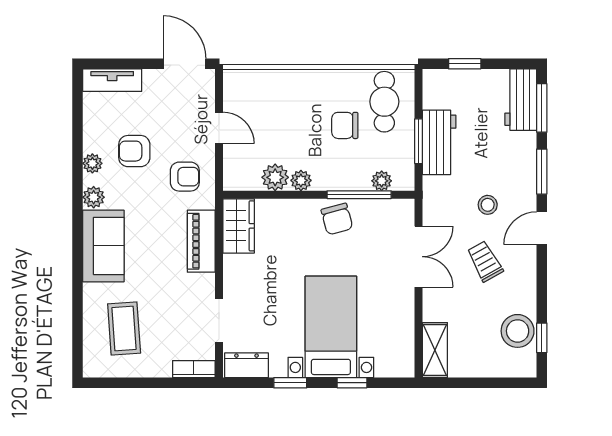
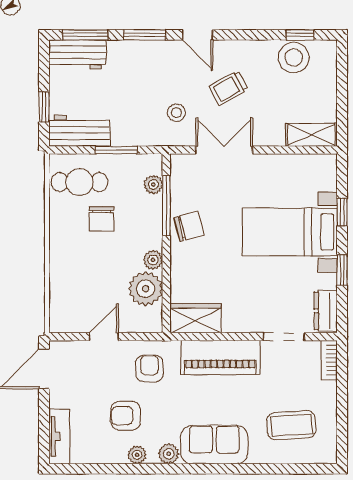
workbench: (439, 142) -> (80, 131), moved
armchair: (134, 151) -> (126, 416), turned 90
plant: (275, 177) -> (146, 289), width x1.36, depth x1.36
stool: (488, 205) -> (176, 113), moved
piano: (201, 241) -> (220, 357), width x1.37, depth x1.33

